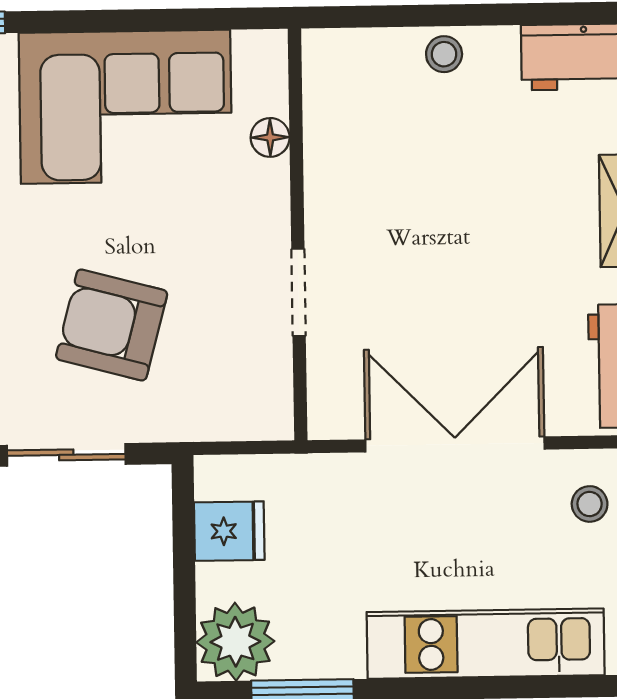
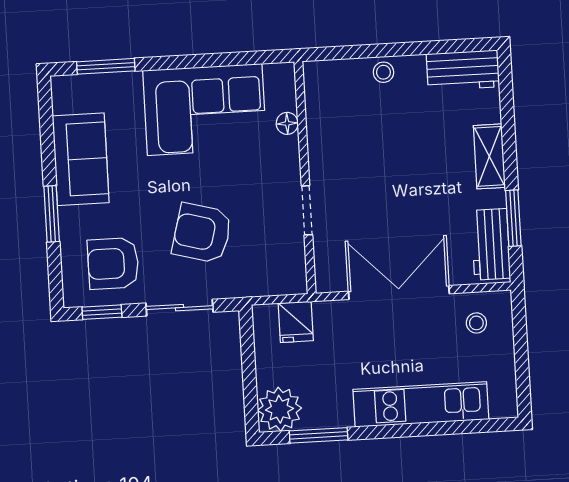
fridge: (229, 531) -> (296, 322), moved, turned 90

